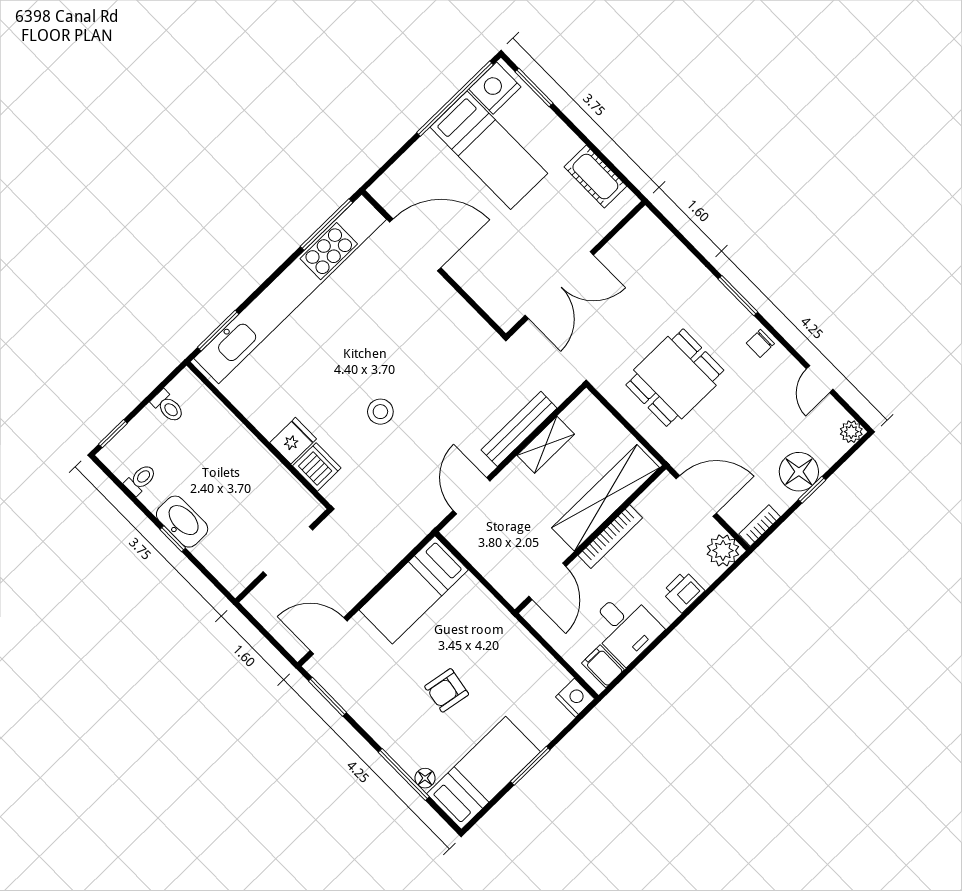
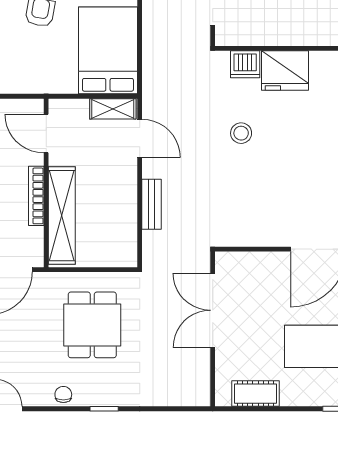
window: (738, 296) -> (104, 409), width x0.67
bench: (519, 429) -> (151, 204), width x0.73
fridge: (293, 441) -> (285, 70), width x1.88, depth x1.34
shelving: (546, 445) -> (113, 109), moved, turned 90
bed: (414, 590) -> (108, 50), width x1.50

